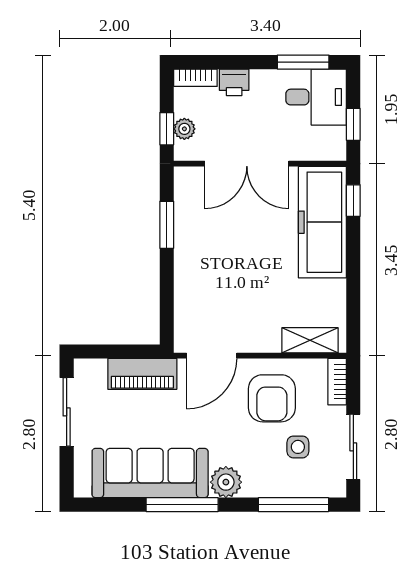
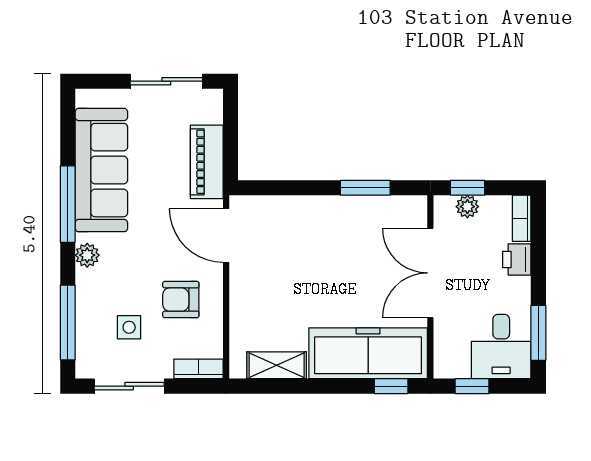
shelving: (310, 340) -> (277, 365), moved, turned 90
armchair: (272, 398) -> (181, 300), width x0.72, depth x0.72
plant: (226, 482) -> (87, 255), width x0.73, depth x0.73

